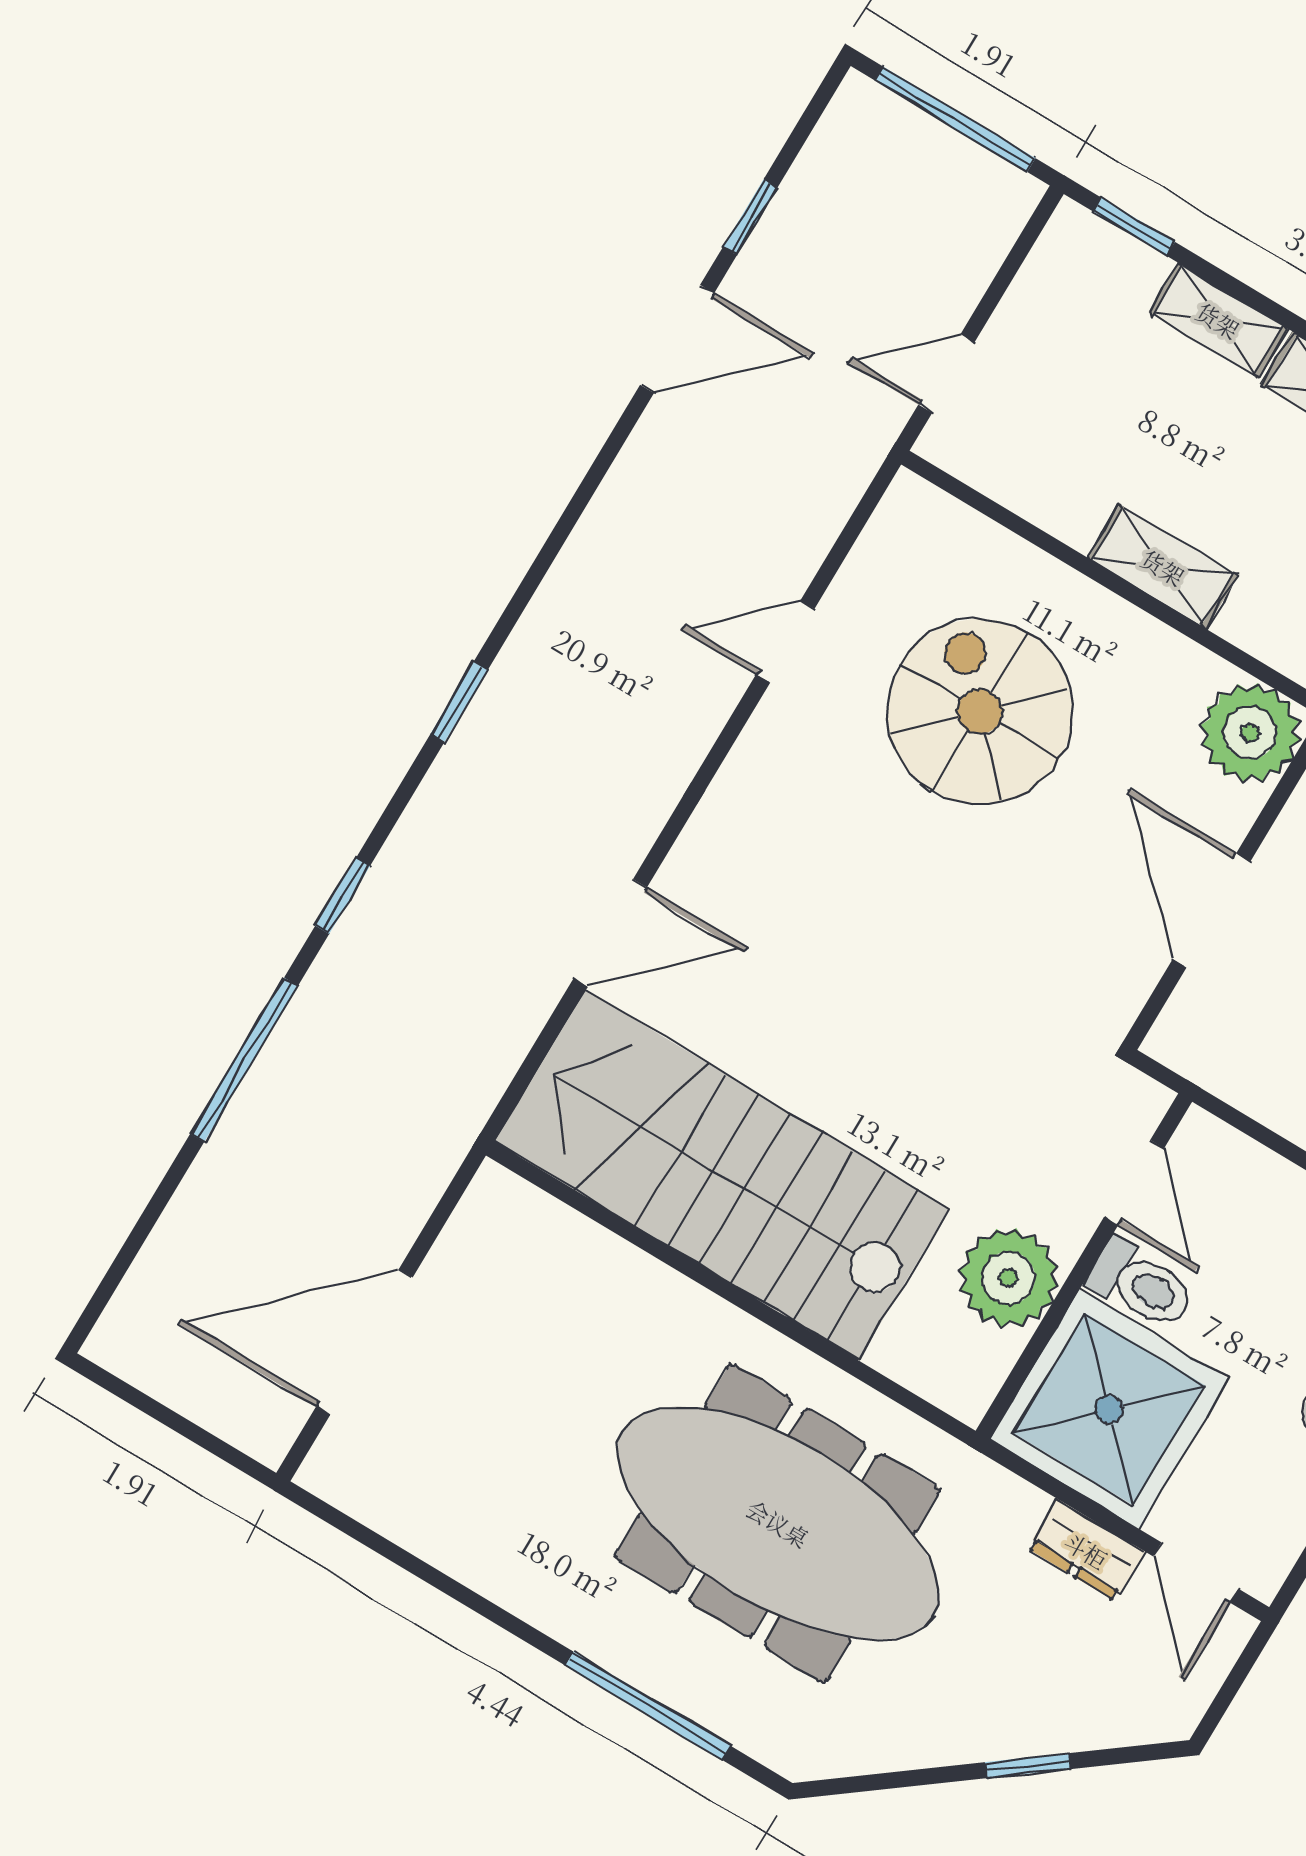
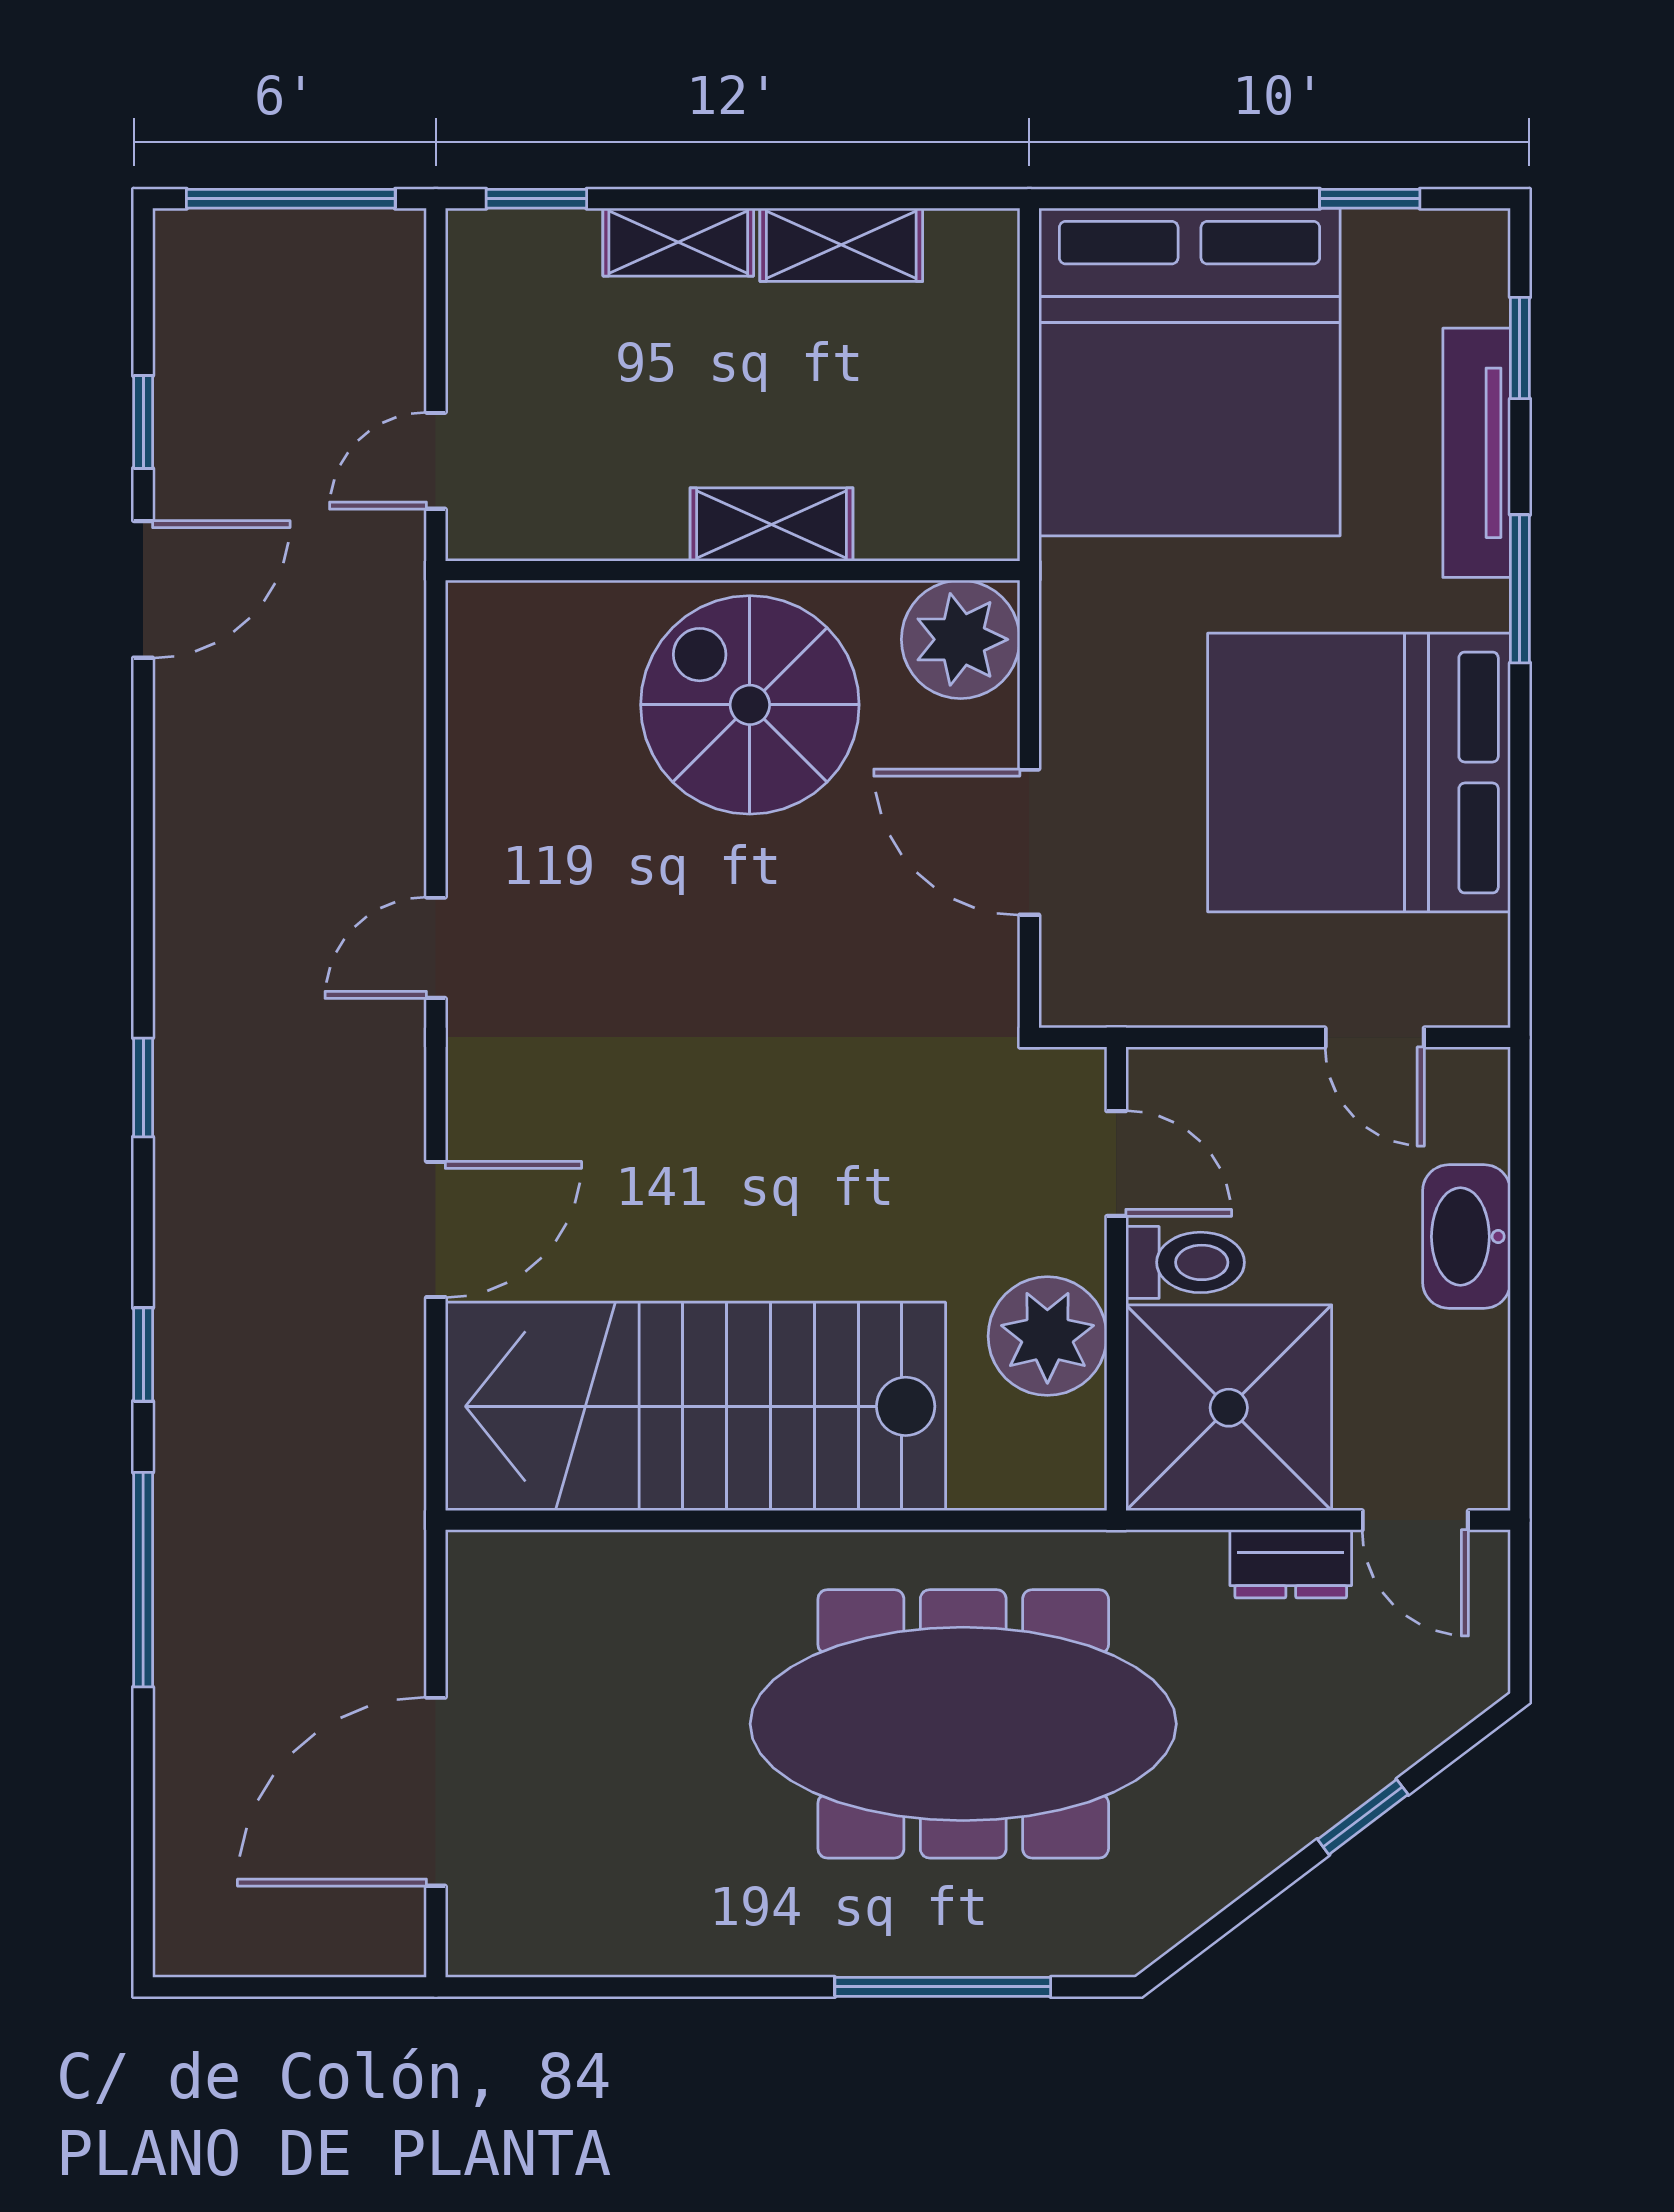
door: (785, 642) -> (436, 948), moved
spiral stairs: (980, 712) -> (750, 705), moved

